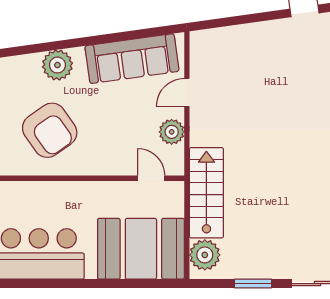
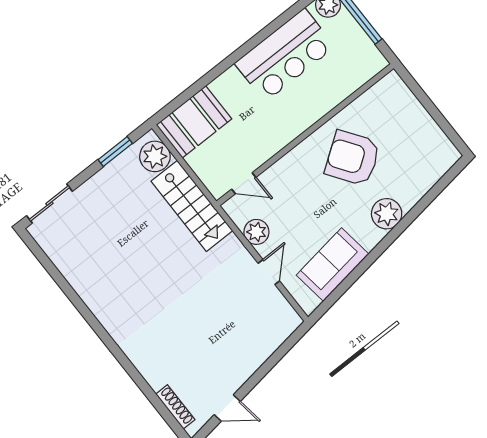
sofa: (132, 59) -> (333, 265), width x0.73
booth: (141, 249) -> (194, 122), width x0.73, depth x0.70
window: (253, 284) -> (115, 151), moved

